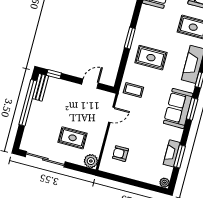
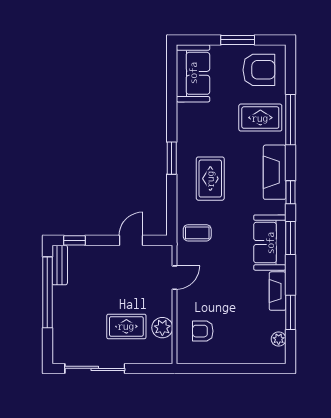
rug: (151, 58) -> (210, 179), turned 90
fireplace: (172, 153) -> (278, 291), moved
plant: (91, 161) -> (162, 328), moved
plant: (165, 183) -> (279, 339), moved

